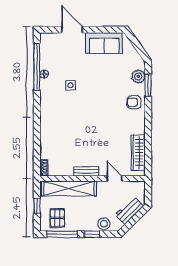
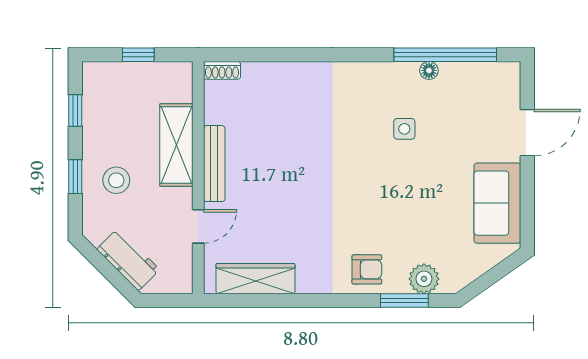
armchair: (134, 102) -> (367, 269), turned 90
bench: (86, 171) -> (214, 164), width x1.36
shelving: (69, 188) -> (176, 145), width x0.68
pallet: (57, 218) -> (111, 100), removed
stool: (104, 224) -> (116, 180), moved
window: (62, 234) -> (75, 110), width x0.46

